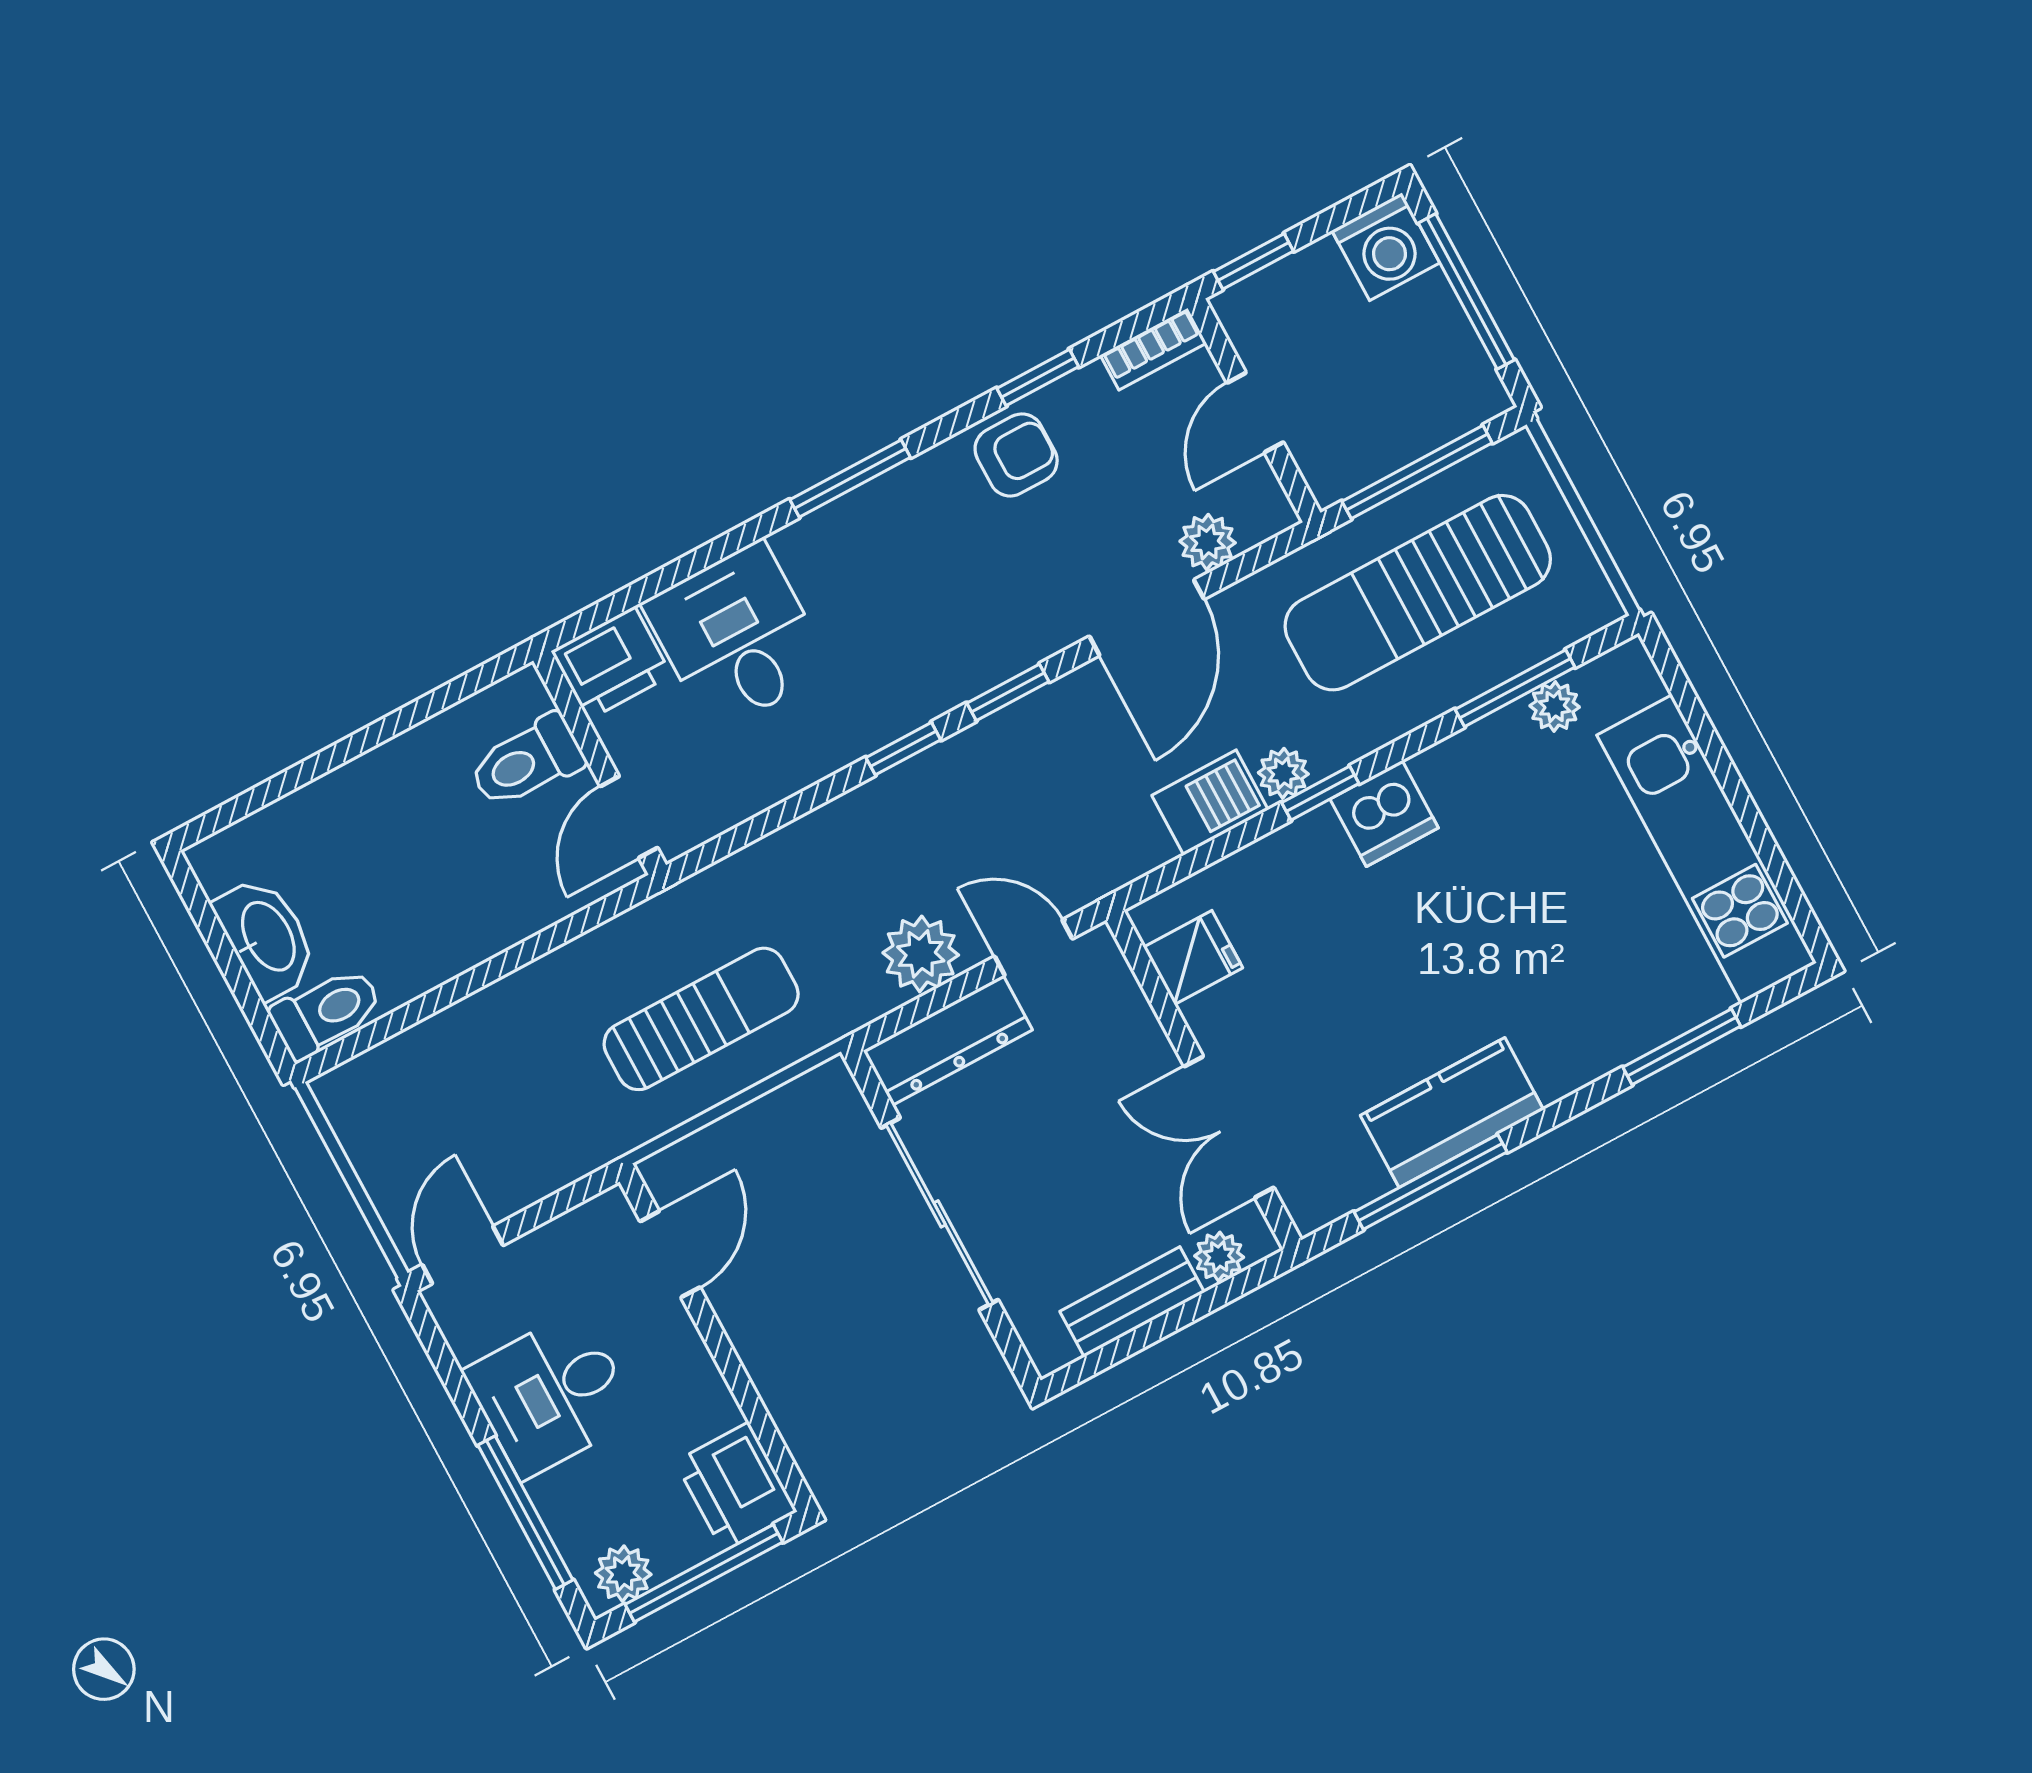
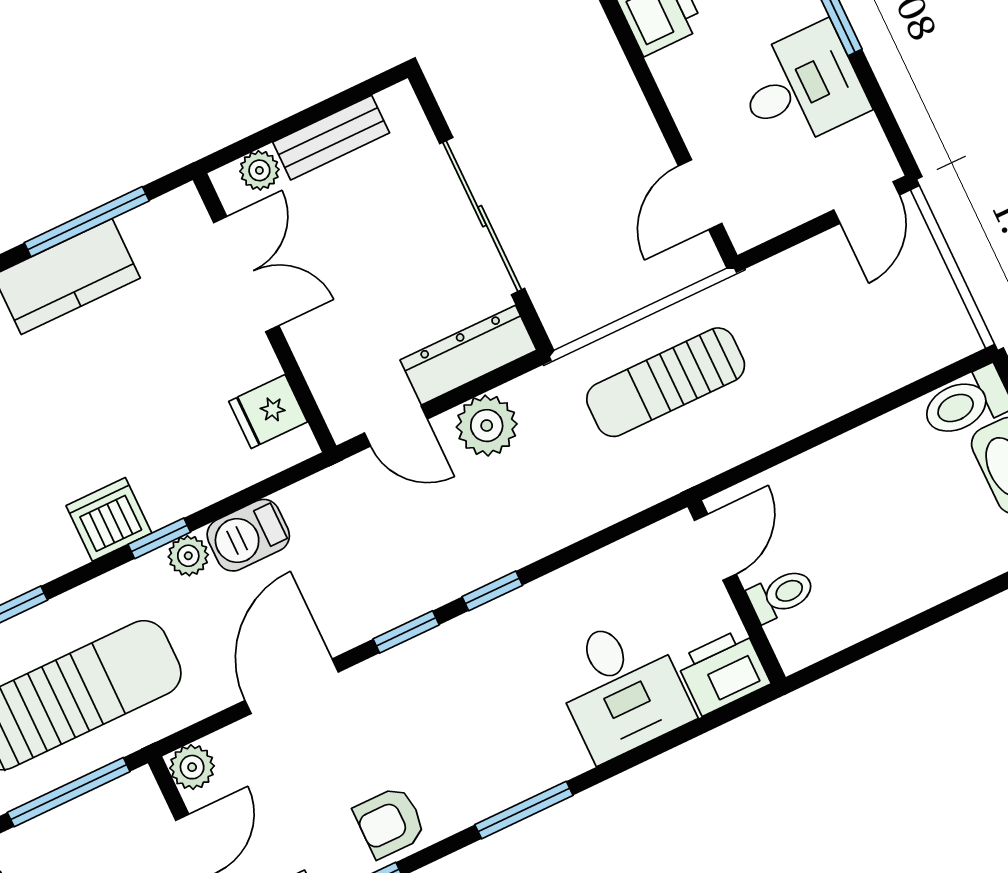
plant: (1208, 542) -> (192, 767), moved
toilet: (527, 762) -> (781, 595), width x0.73, depth x0.72

